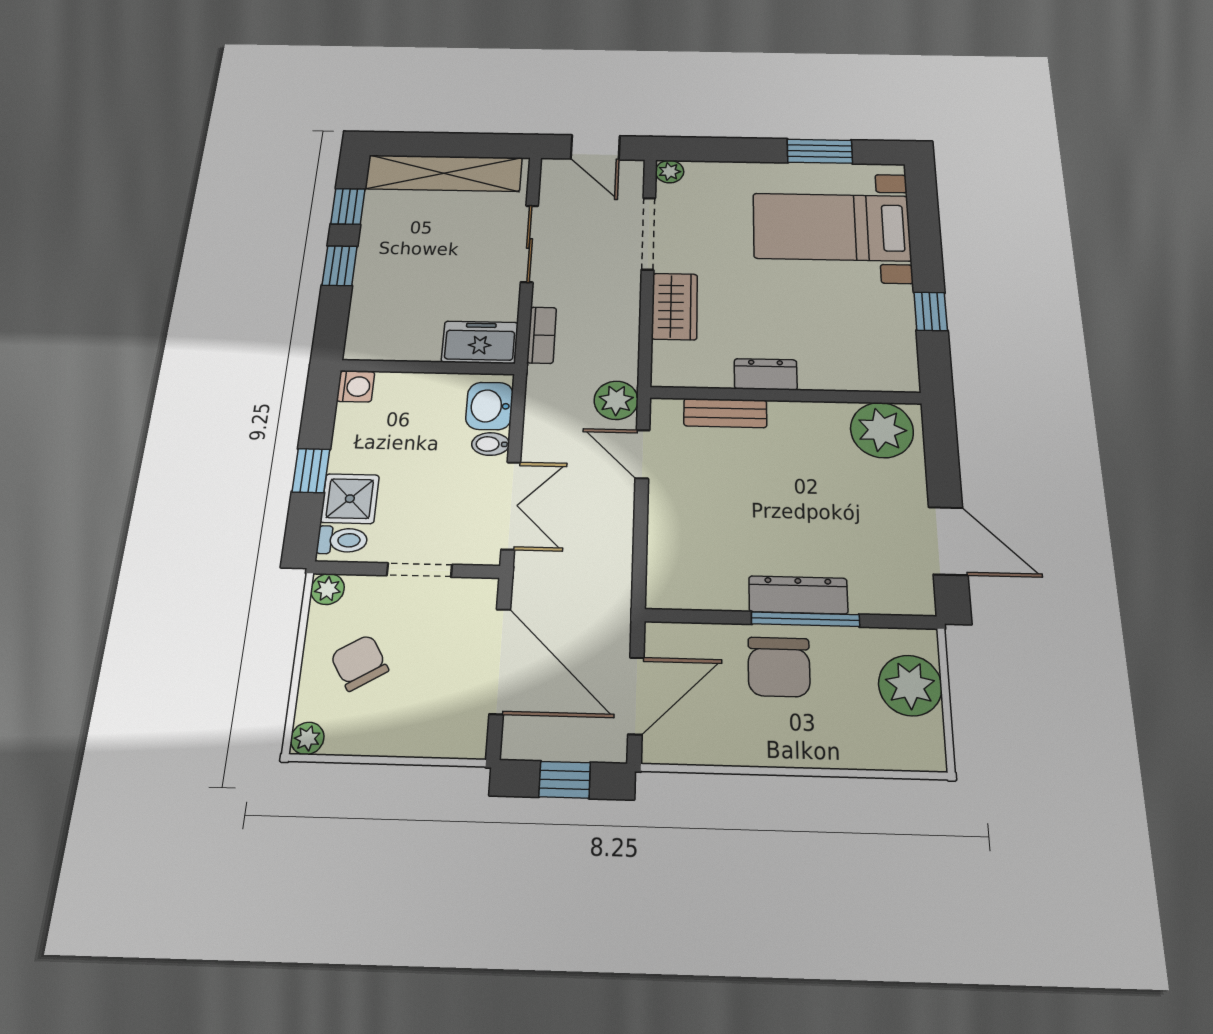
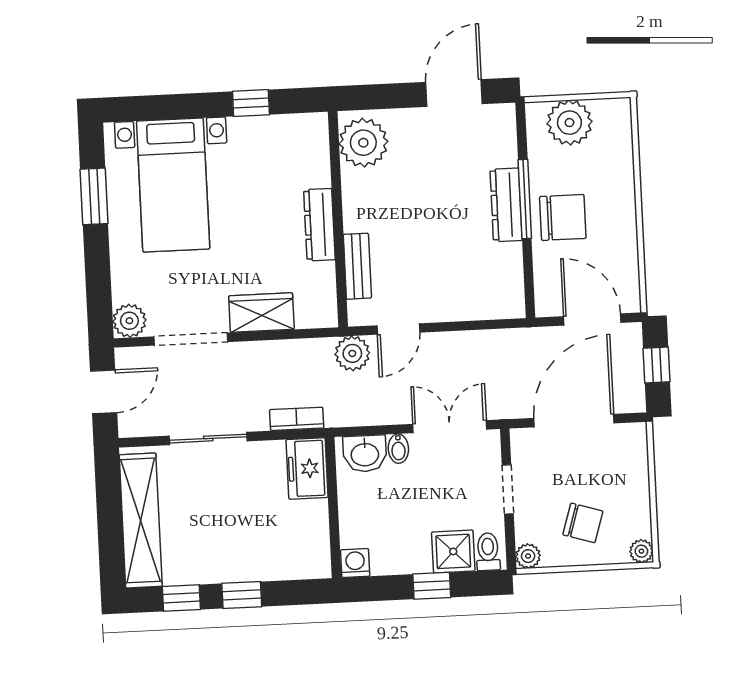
plant: (670, 172) -> (129, 321), width x1.38, depth x1.38
dresser: (766, 374) -> (319, 225), width x1.44
chair: (359, 663) -> (583, 523), turned -132

